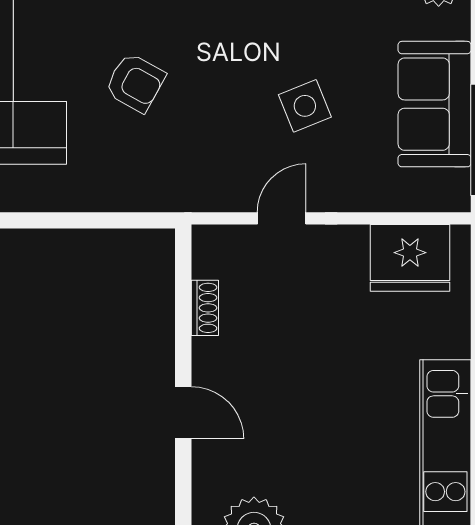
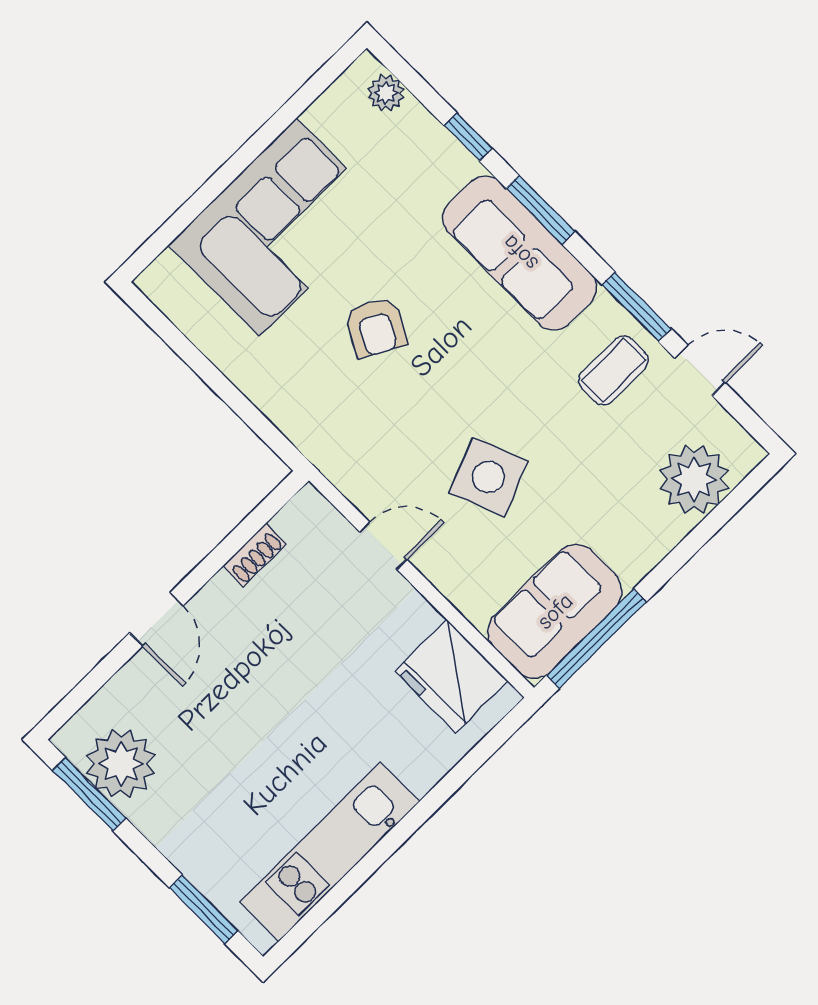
sofa: (435, 104) -> (555, 611), moved
side table: (305, 106) -> (489, 477), width x1.37, depth x1.37

